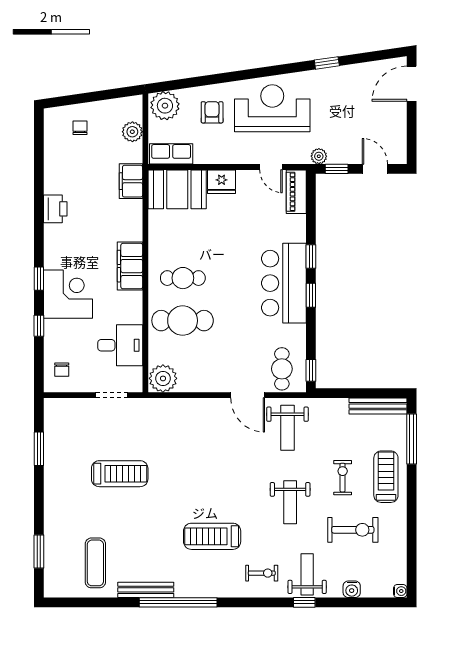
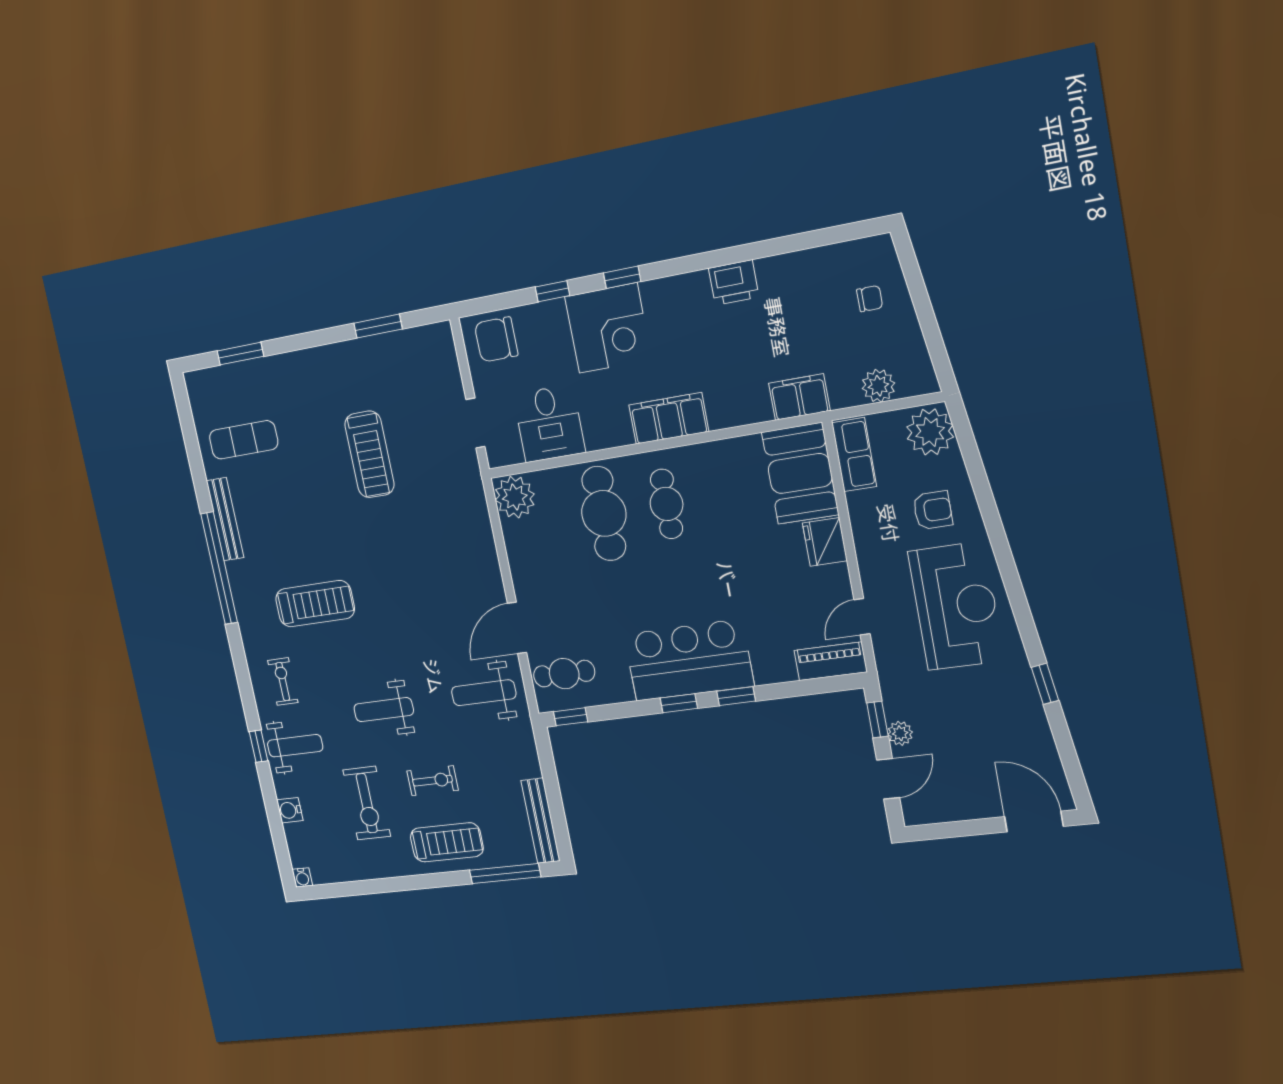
plant: (319, 156) -> (900, 733), moved
chair: (62, 370) -> (496, 339), width x1.87, depth x1.87
treadmill: (212, 536) -> (315, 604), turned 90
exercise bike: (262, 573) -> (283, 682), turned 180

